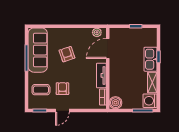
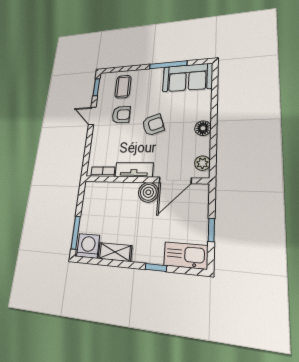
floor lamp: (74, 33) -> (203, 128), added
door: (108, 48) -> (175, 180), swing flipped
sofa: (38, 50) -> (187, 78), width x0.73
armchair: (67, 54) -> (153, 125), moved
kitchen sink: (151, 59) -> (186, 255), moved
boiler: (116, 103) -> (148, 192), moved

